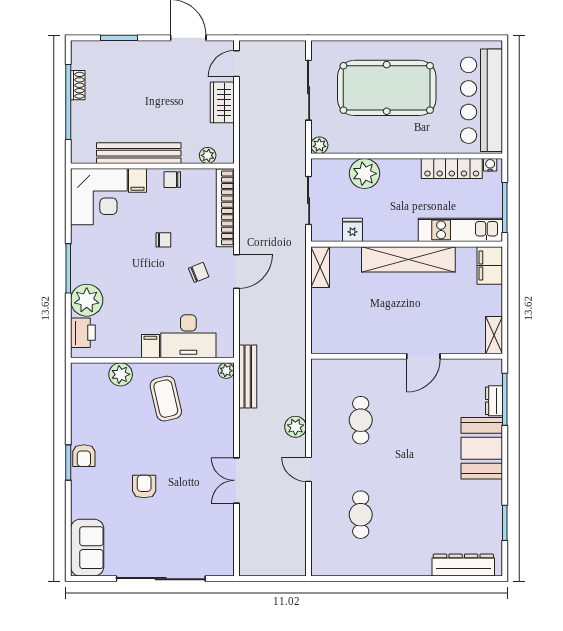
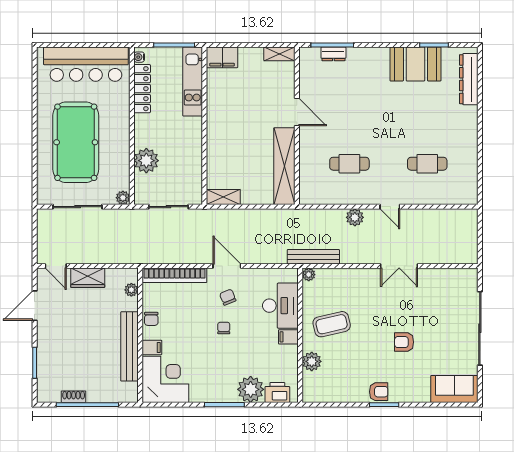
fridge: (352, 230) -> (193, 170), removed
chair: (163, 240) -> (224, 328), moved
shelving: (408, 259) -> (284, 166), moved
booth: (482, 448) -> (415, 64), moved
door: (309, 469) -> (390, 207), hinge flipped

